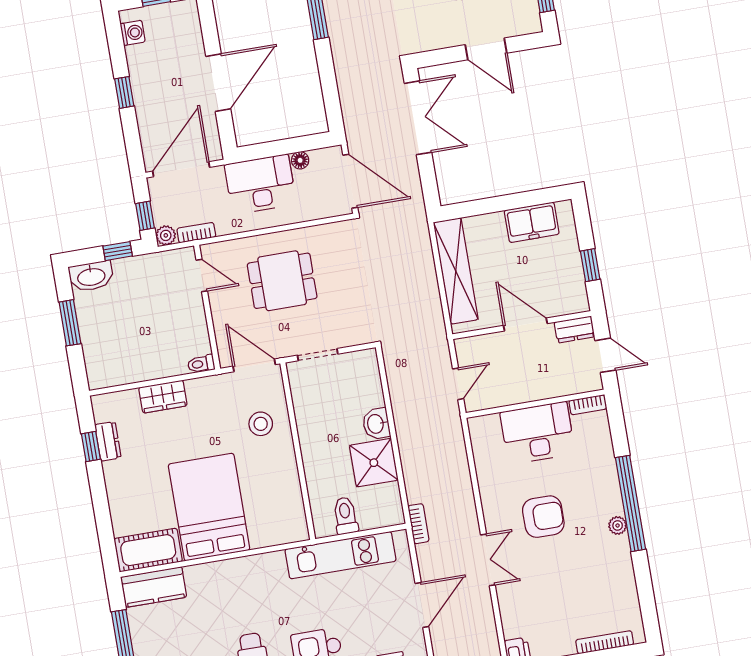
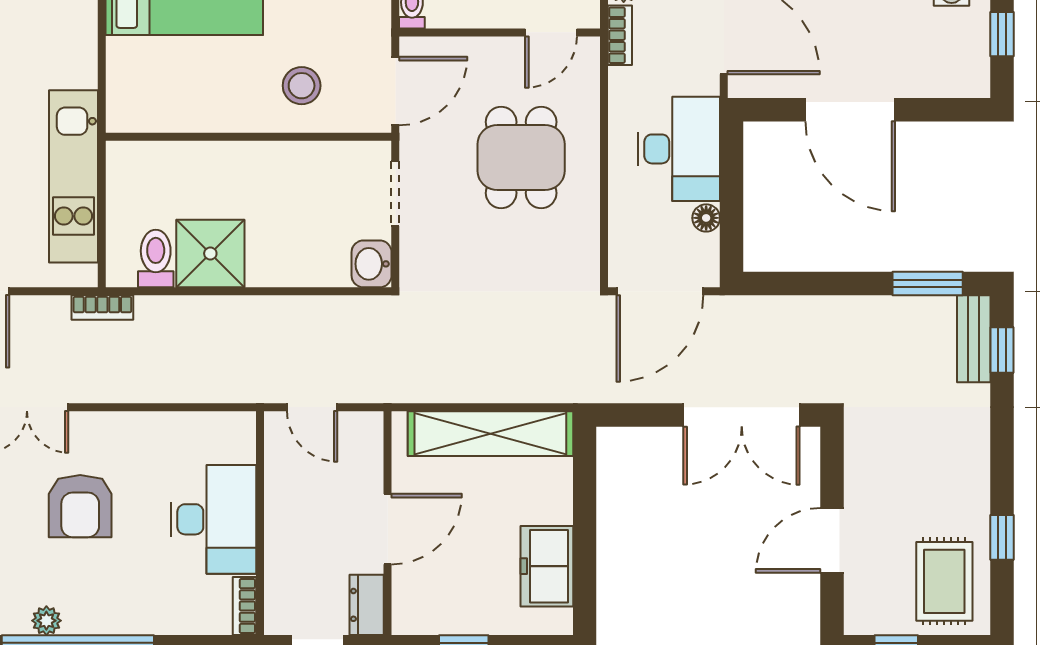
washbasin: (376, 424) -> (372, 264), moved, turned -90
toilet: (345, 516) -> (156, 259), moved, turned -90

